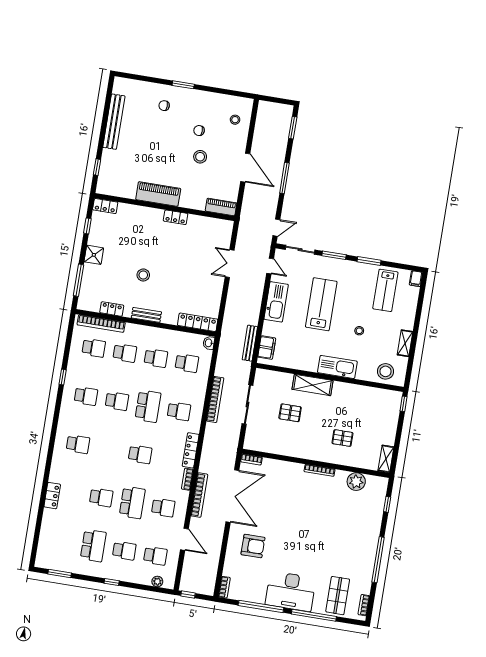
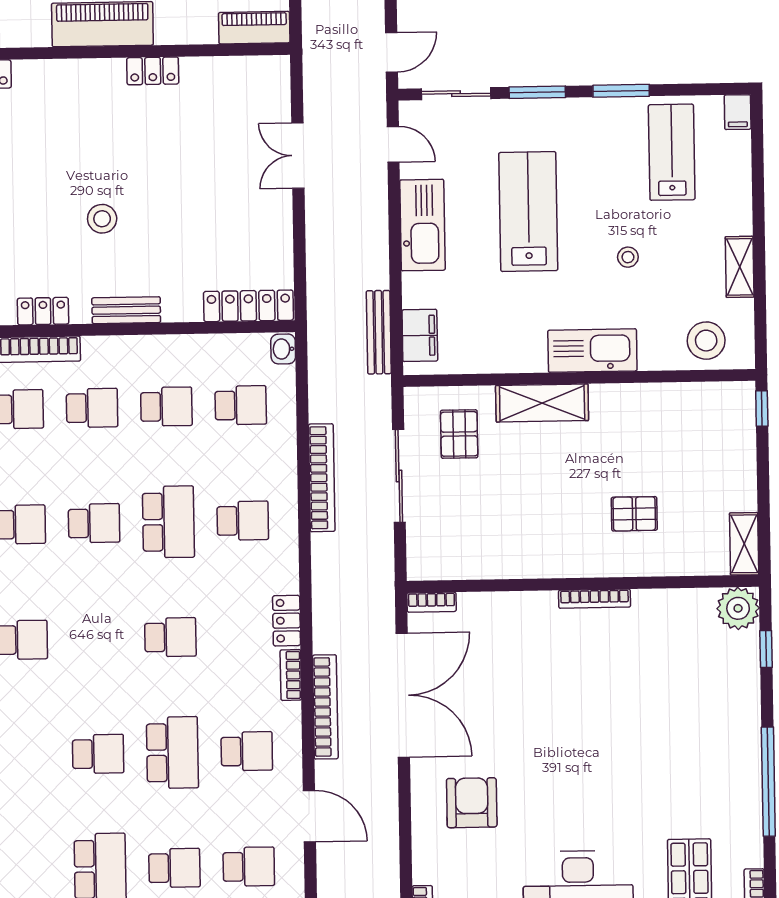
lab bench: (385, 290) -> (672, 152), turned 180
pallet: (290, 413) -> (459, 434), moved, turned 90
locker: (191, 450) -> (287, 621), width x0.66
plant: (356, 482) -> (738, 608), moved
armchair: (253, 546) -> (472, 803), turned -90

